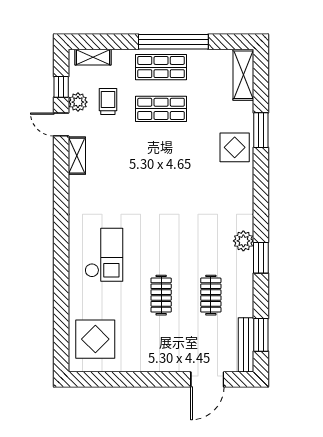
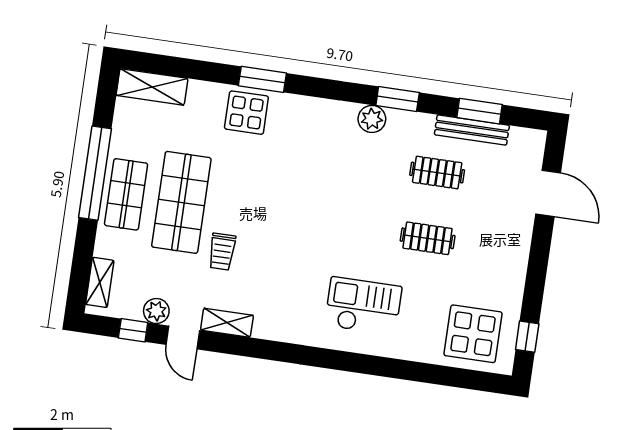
trolley: (108, 101) -> (222, 252), moved, turned -90
shop shelf: (161, 109) -> (181, 202), width x1.43, depth x1.36
door: (61, 124) -> (183, 337), hinge flipped
window: (261, 130) -> (262, 79), moved
window: (261, 335) -> (479, 111), moved
bench: (246, 345) -> (472, 130), moved
window: (99, 379) -> (527, 337), added

